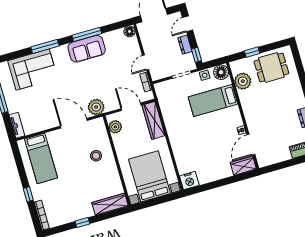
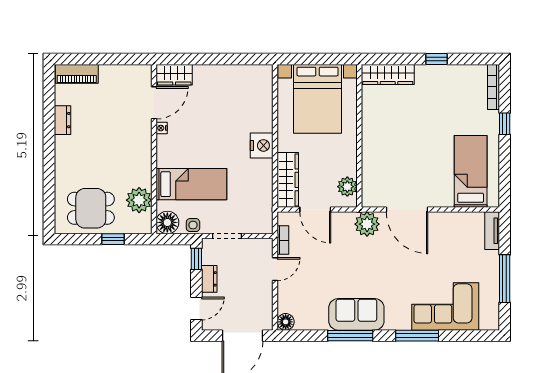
stool: (96, 156) -> (388, 152), removed
nightstand: (189, 181) -> (262, 145), moved, turned 90

